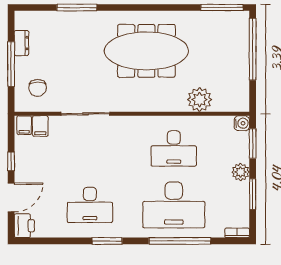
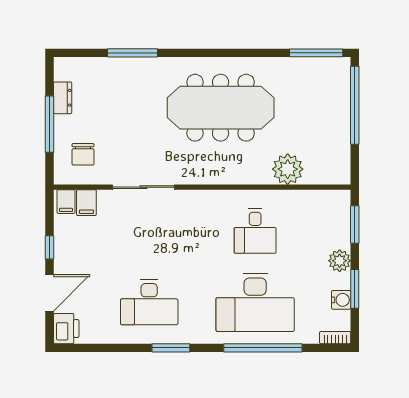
water cooler: (242, 123) -> (341, 300), moved
desk: (174, 148) -> (255, 231), width x0.73

